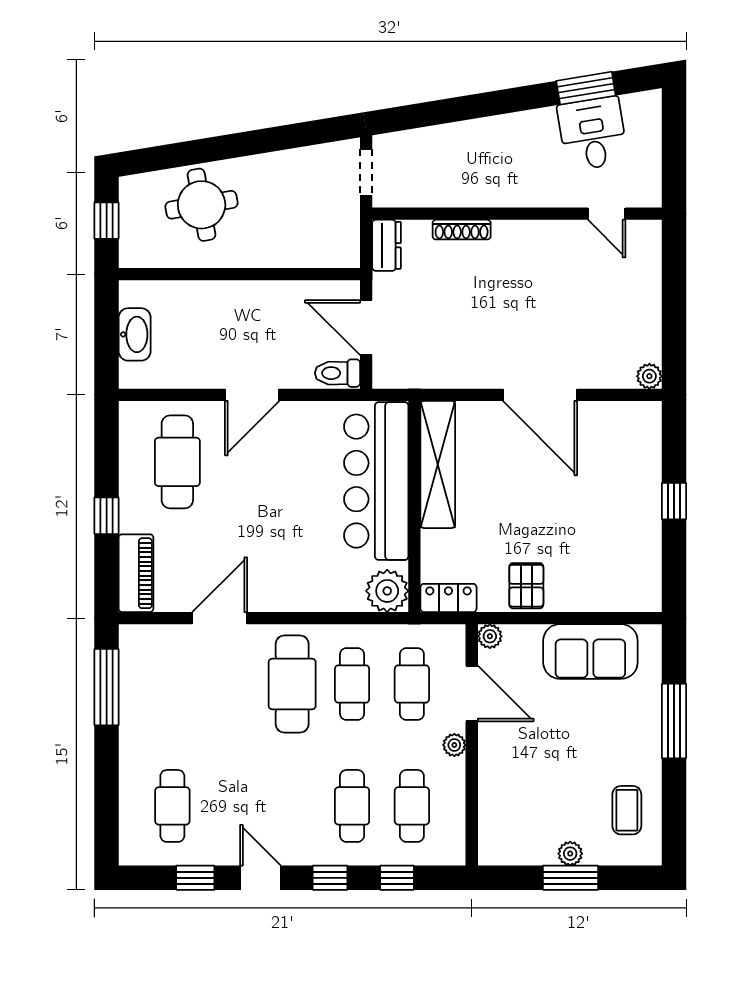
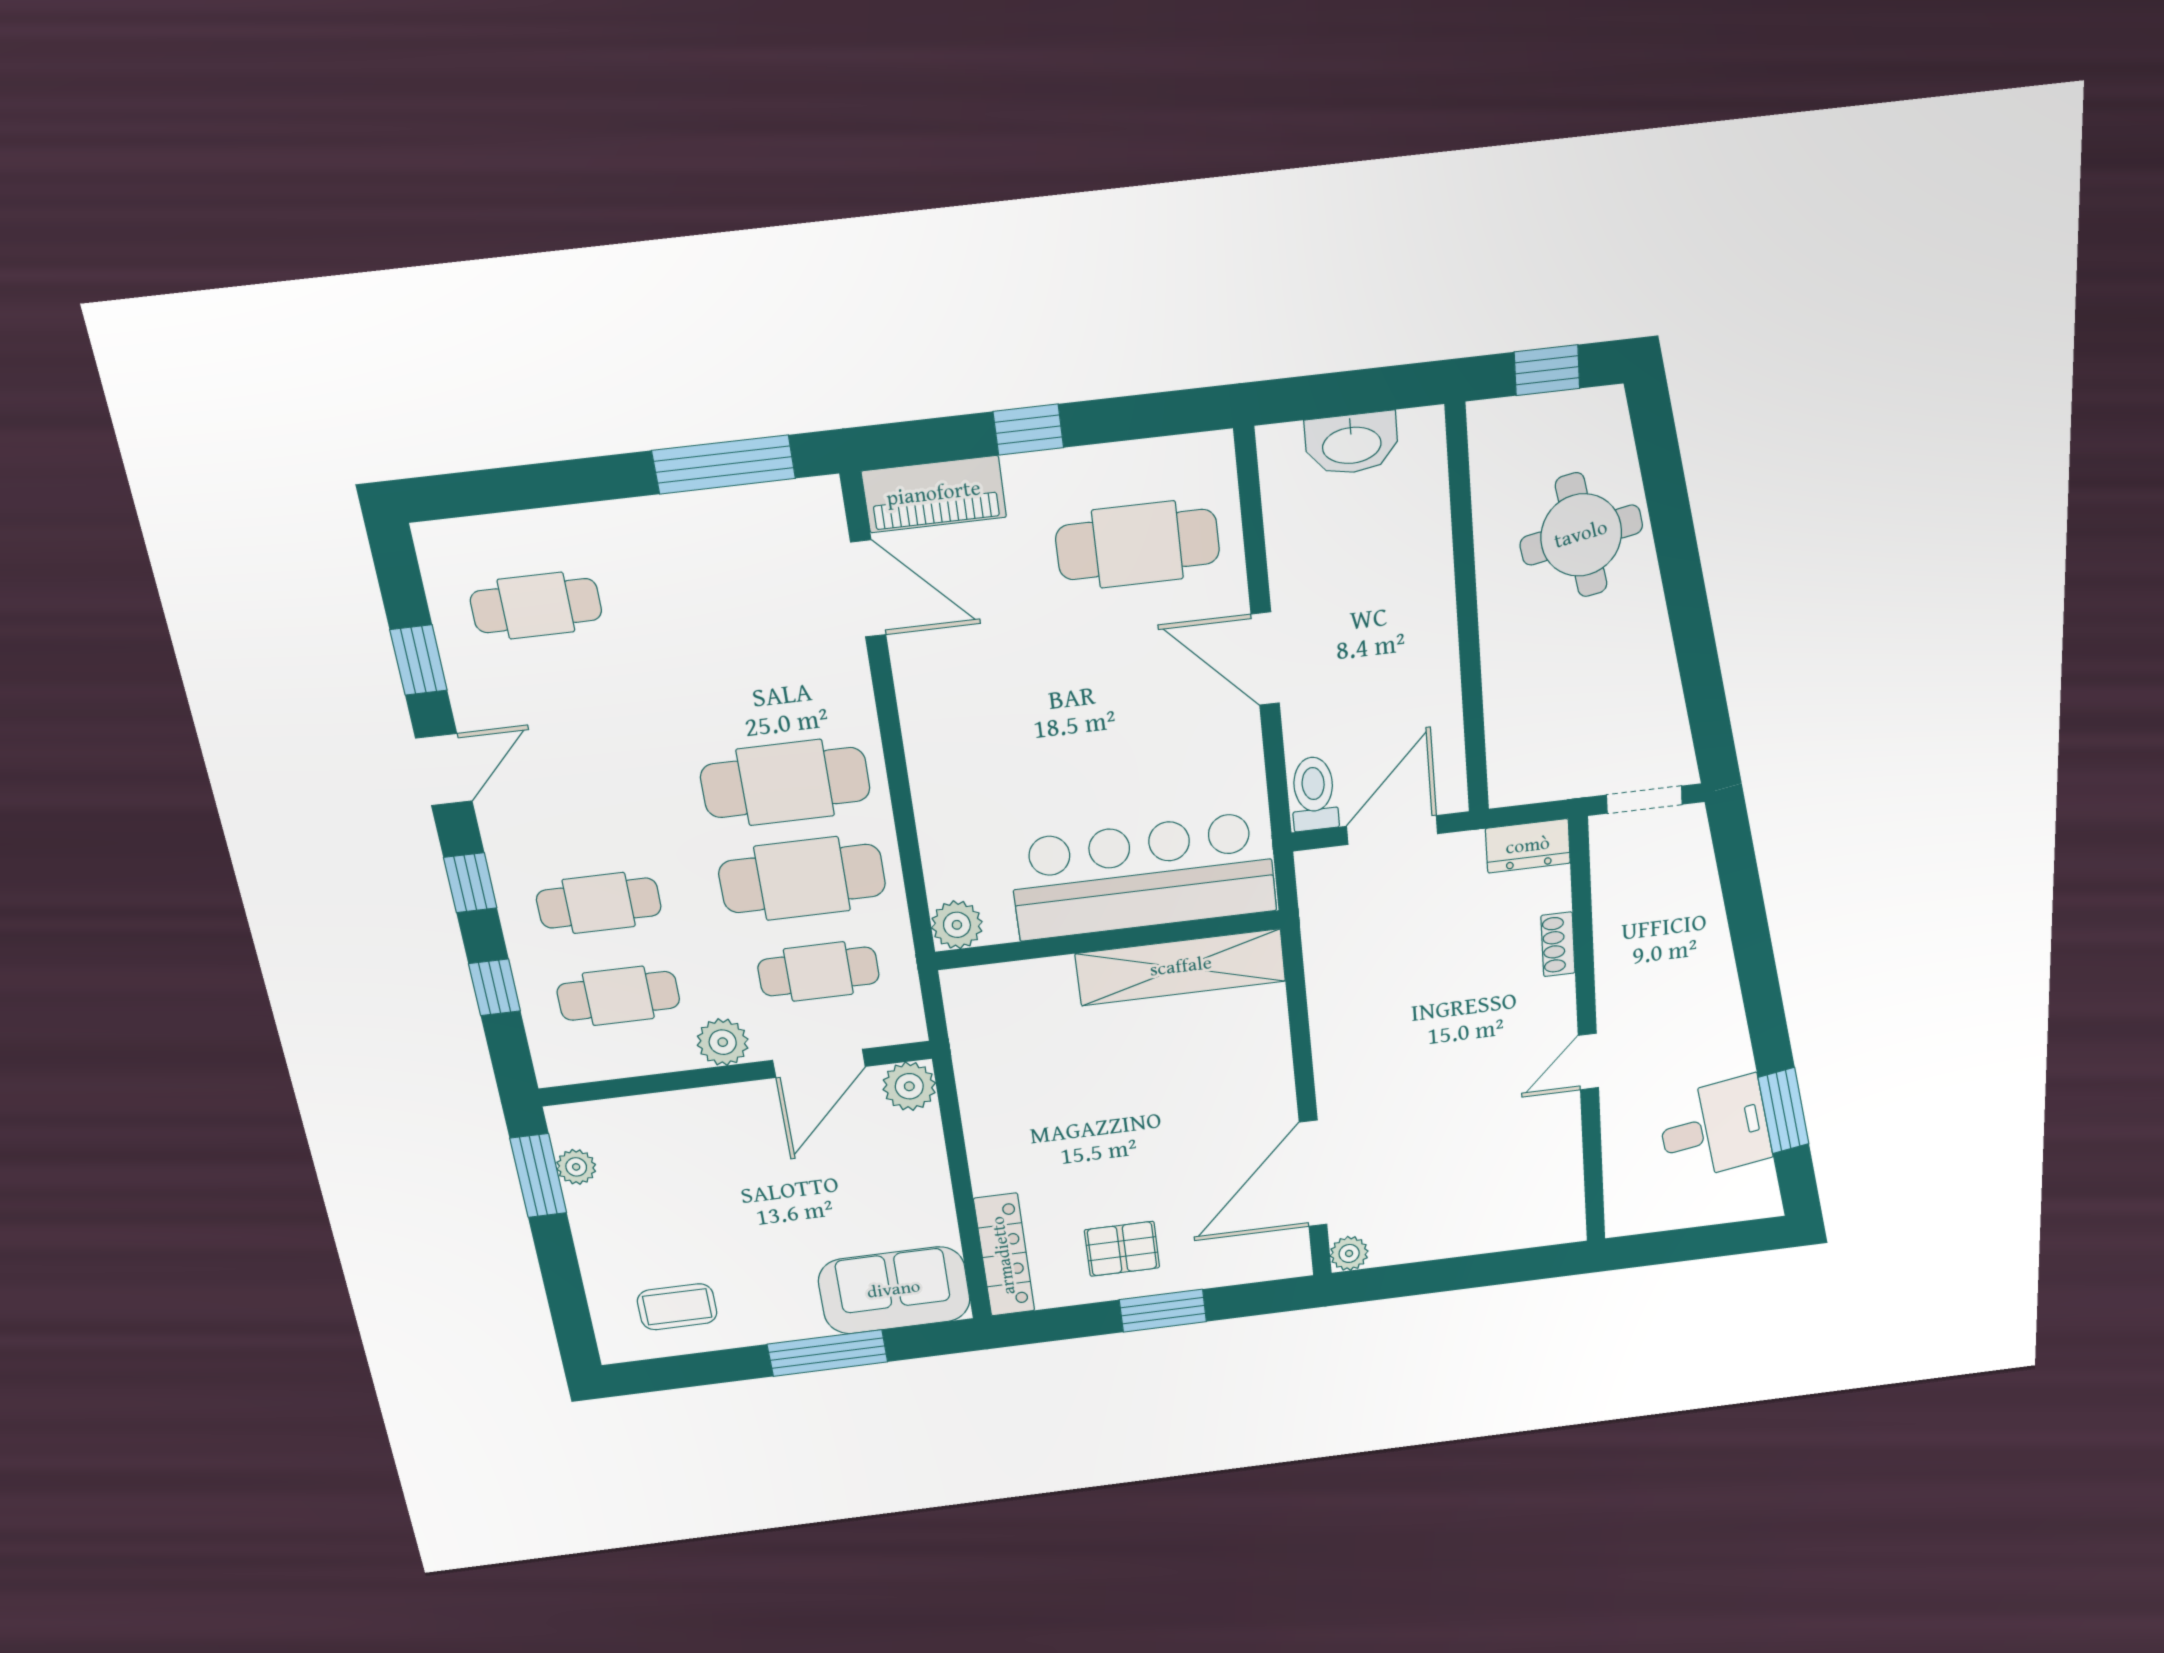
door: (607, 214) -> (1588, 1062), moved
shoe rack: (462, 230) -> (1558, 944), width x0.70
door: (540, 395) -> (1313, 1174), moved
window: (674, 501) -> (1163, 1311), width x1.50
pallet: (526, 586) -> (1122, 1249), moved
plant: (387, 591) -> (957, 925), width x0.73, depth x0.73
locker: (448, 598) -> (1004, 1255), moved, width x1.53
door: (220, 618) -> (868, 589), moved
plant: (490, 636) -> (909, 1086), width x1.38, depth x1.38
sofa: (590, 651) -> (894, 1290), moved, turned 90
cafe table: (352, 684) -> (802, 879), width x1.37, depth x1.35
plant: (454, 745) -> (723, 1042), width x1.38, depth x1.38
plant: (570, 854) -> (576, 1167), moved
window: (570, 878) -> (538, 1176), moved

